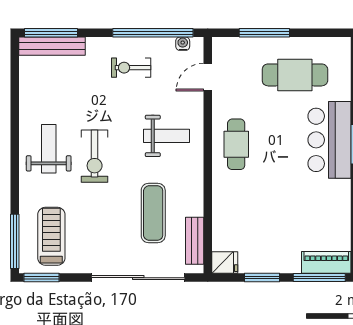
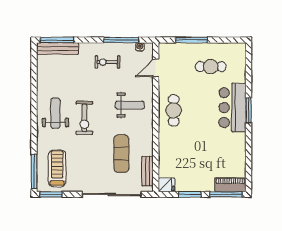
window: (153, 33) -> (121, 40), width x0.68
cafe table: (295, 75) -> (211, 67), width x0.73, depth x0.74

